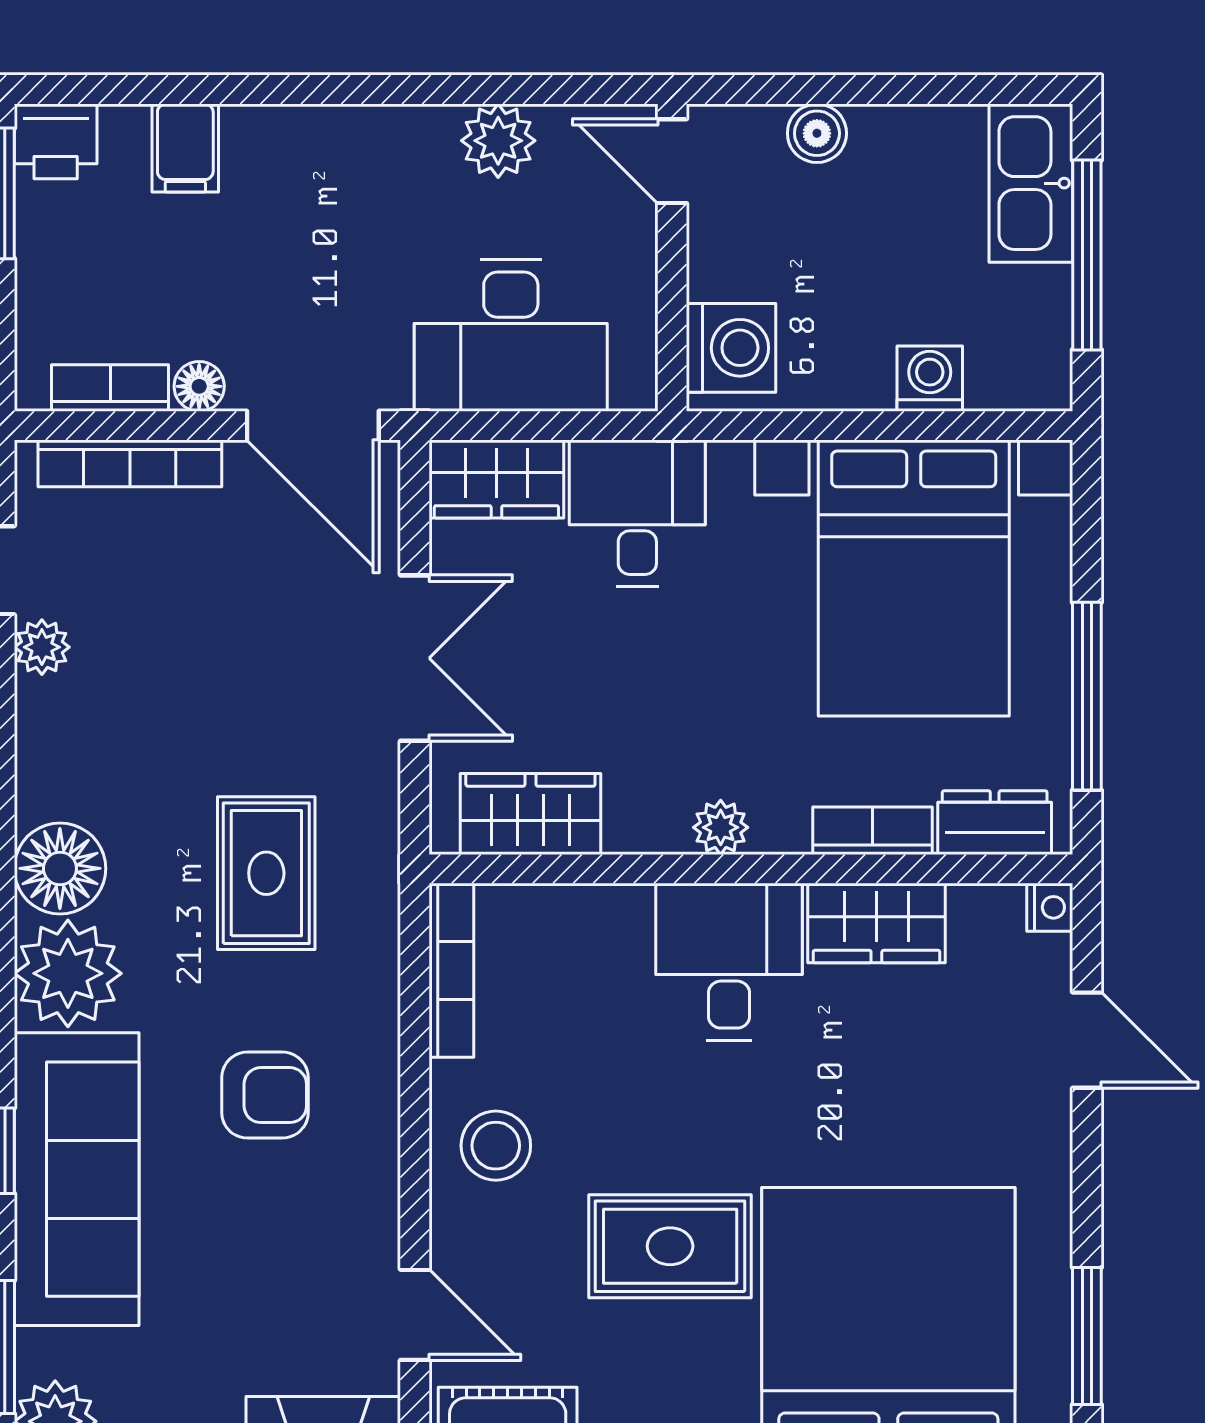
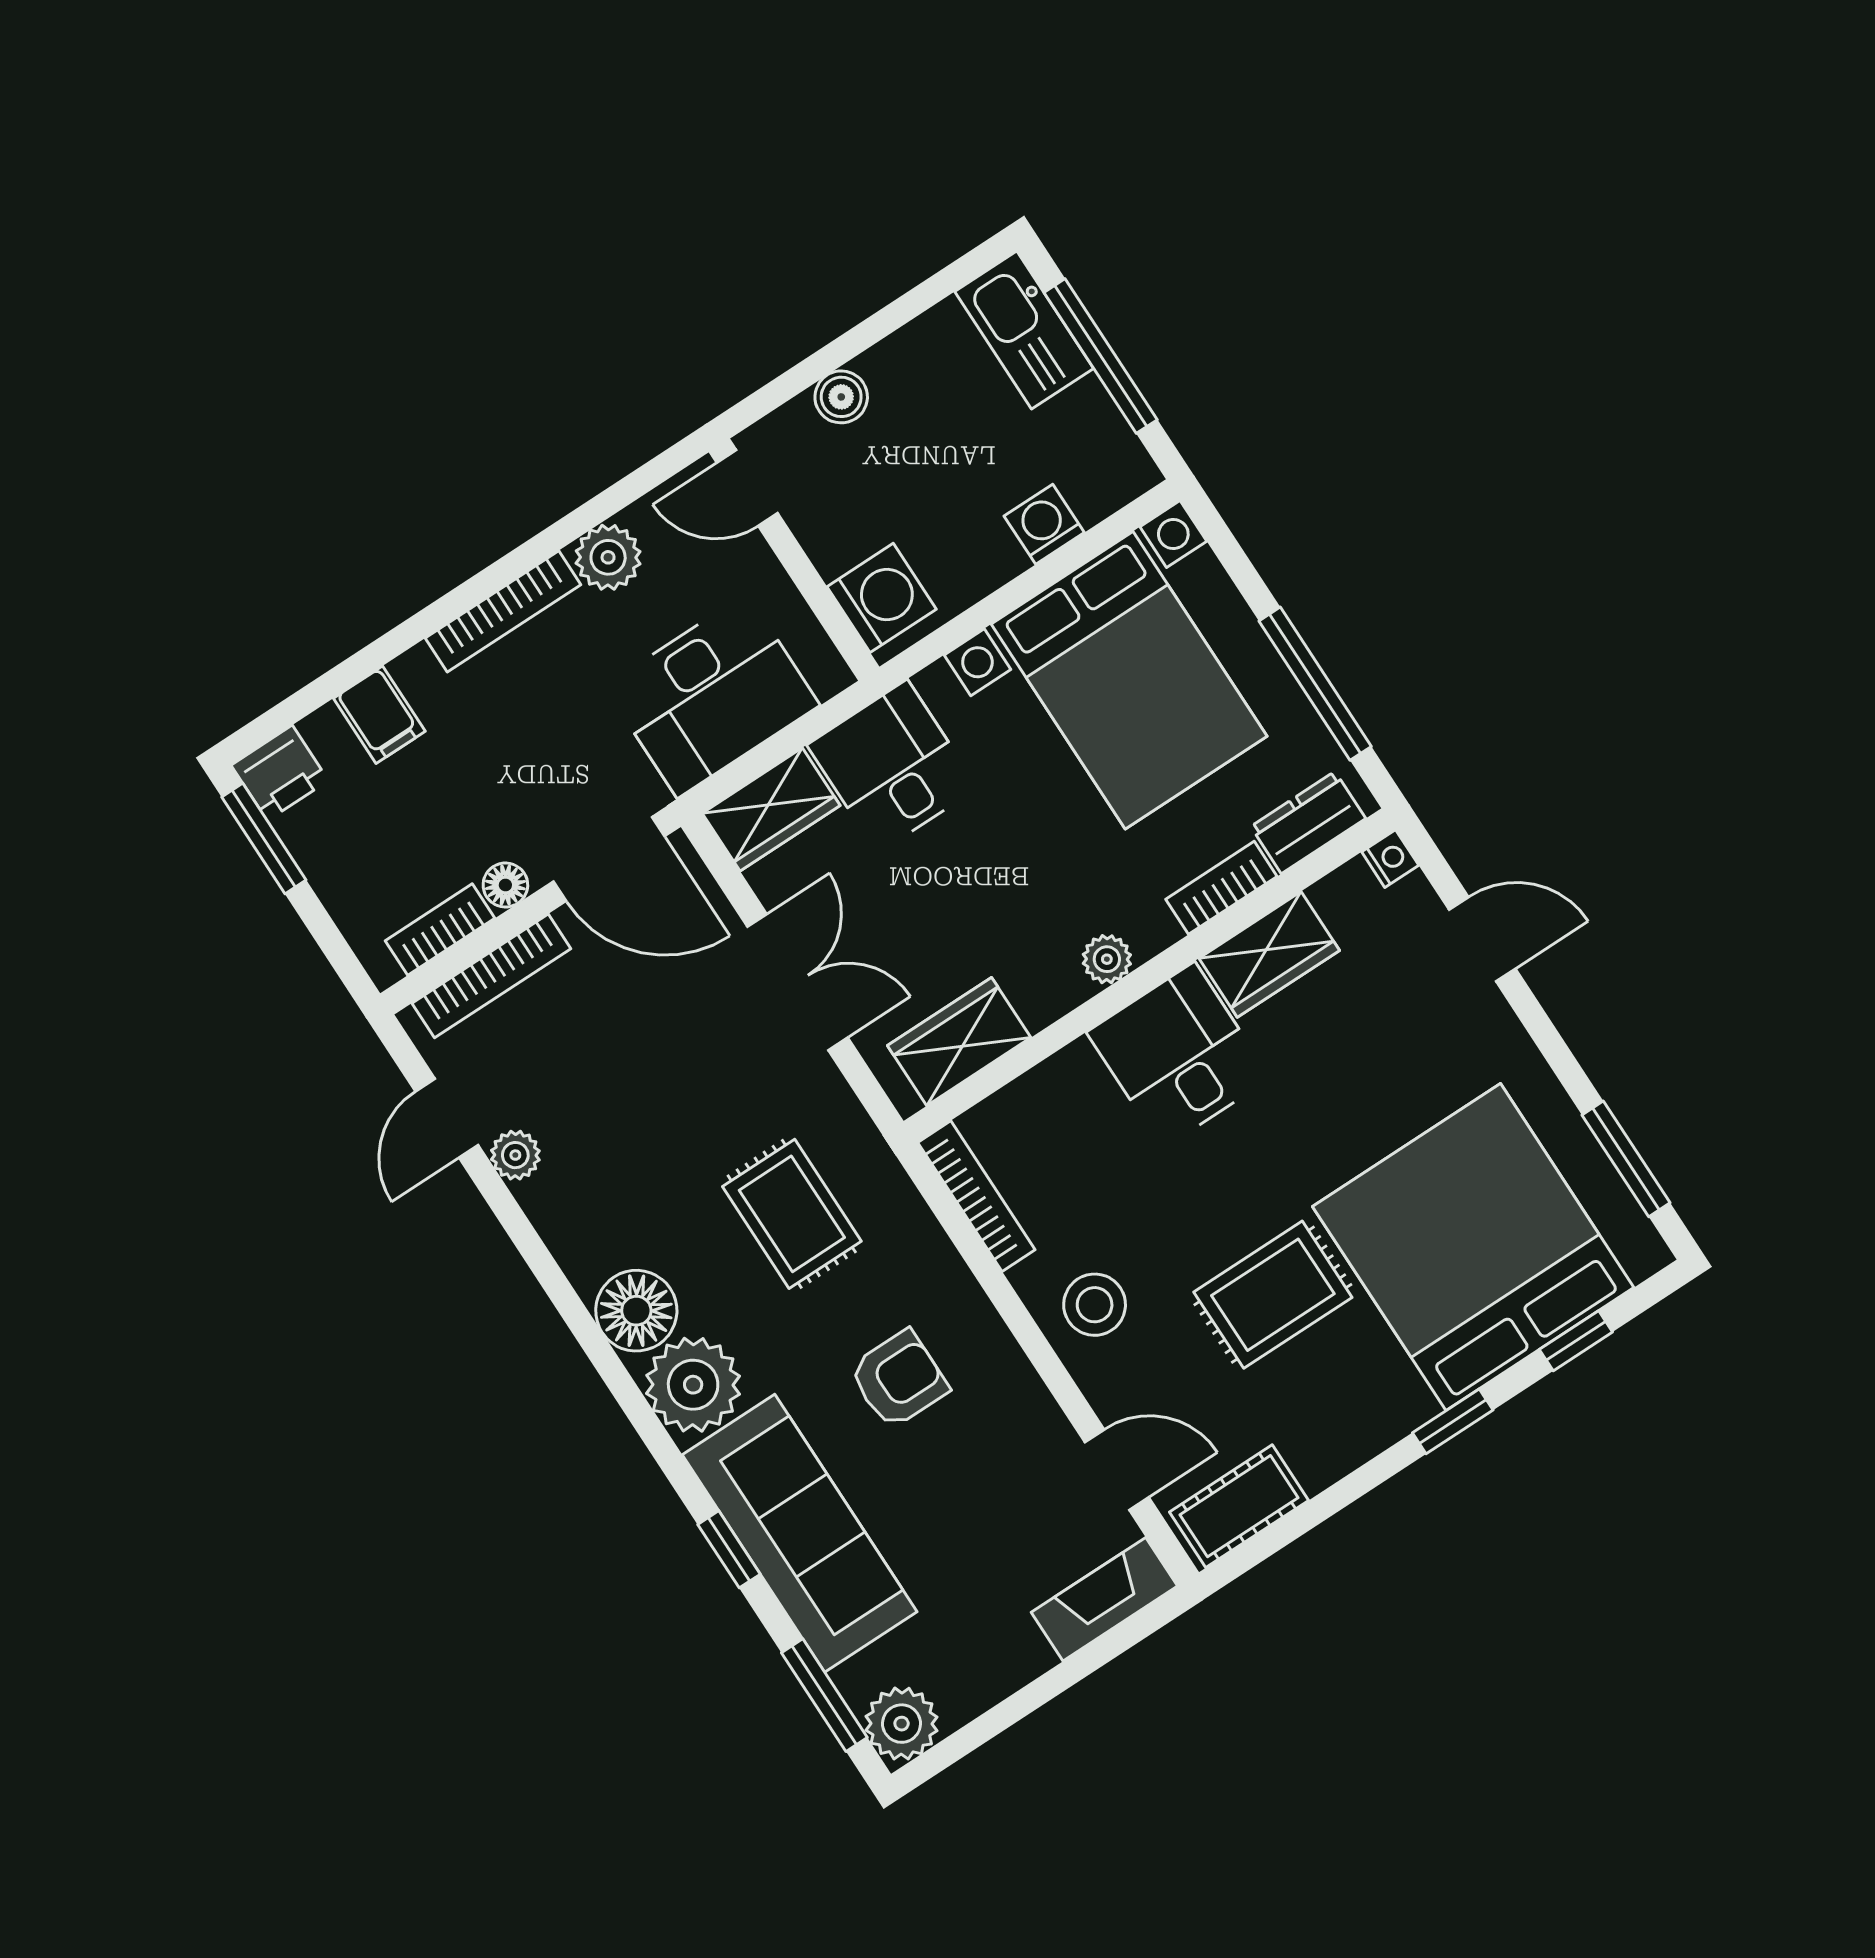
bookcase: (366, 127) -> (503, 611), added

